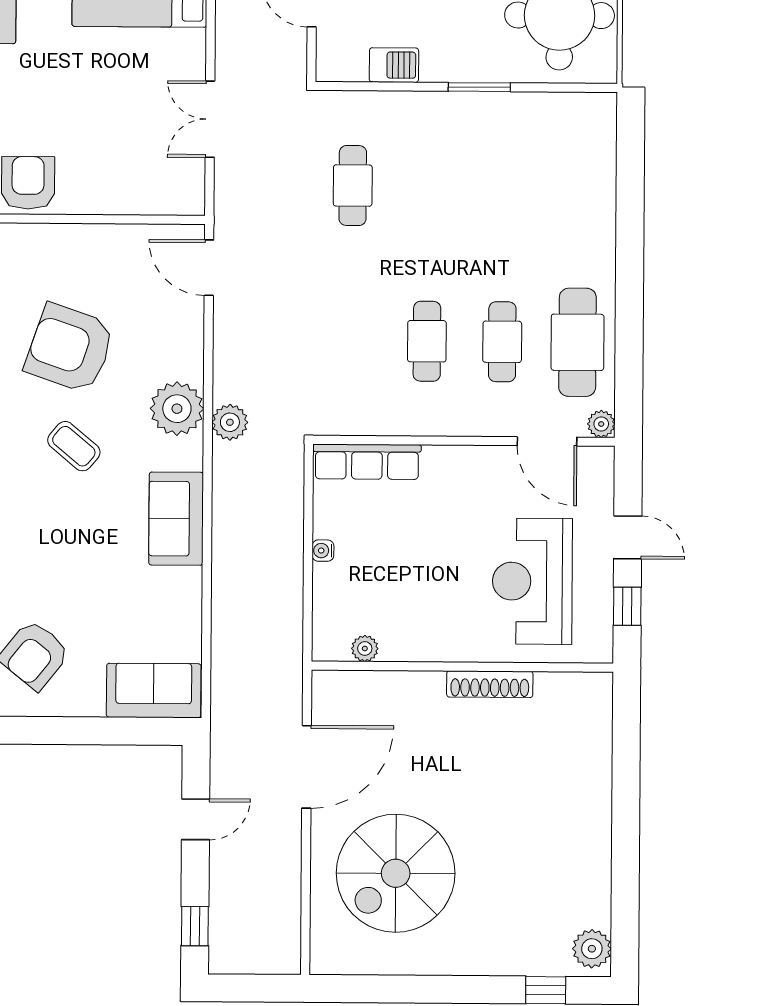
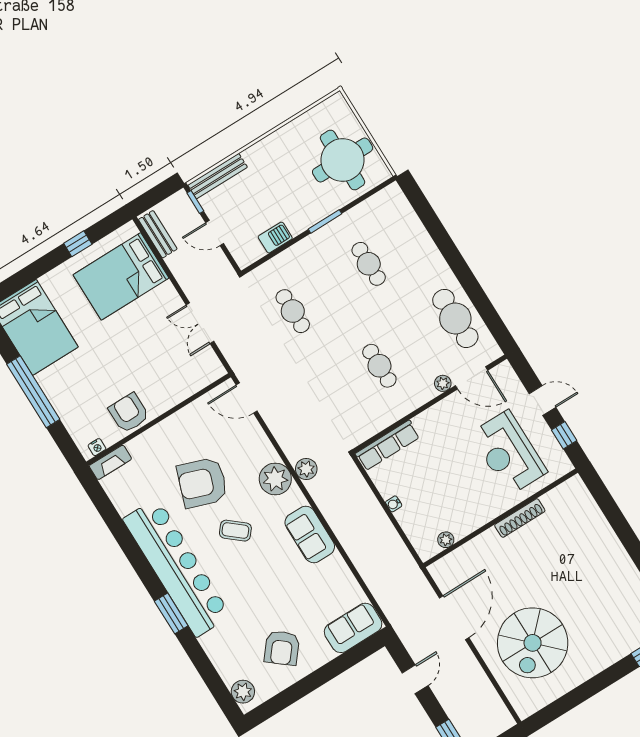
cafe table: (502, 342) -> (369, 264), moved
plant: (601, 424) -> (443, 383), moved

